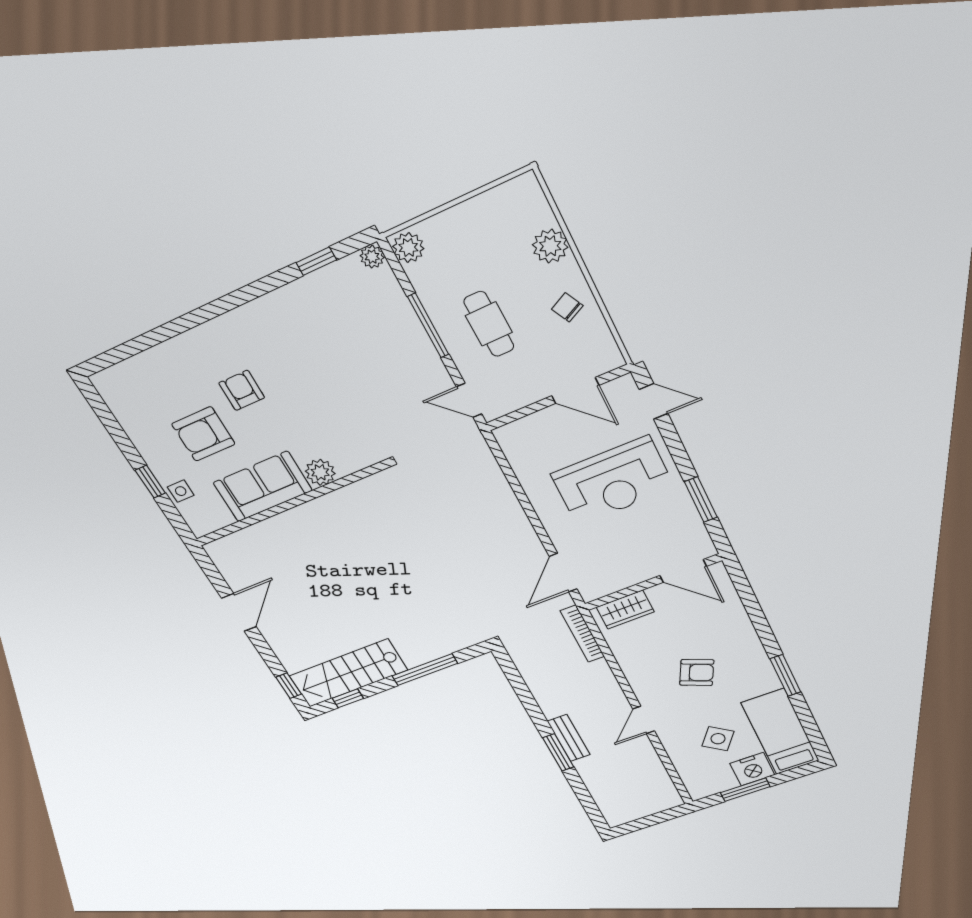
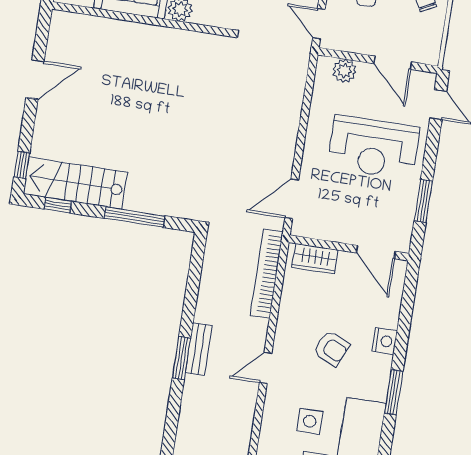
plant: (530, 429) -> (344, 71), added
bookcase: (582, 634) -> (267, 274), width x1.48, depth x1.31
nightstand: (746, 640) -> (385, 341), added
side table: (718, 739) -> (310, 421), turned -37

